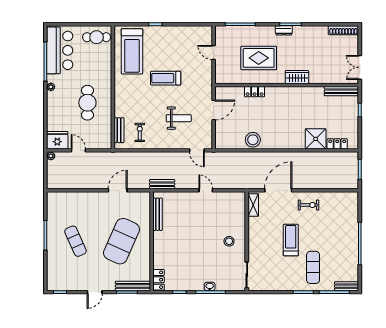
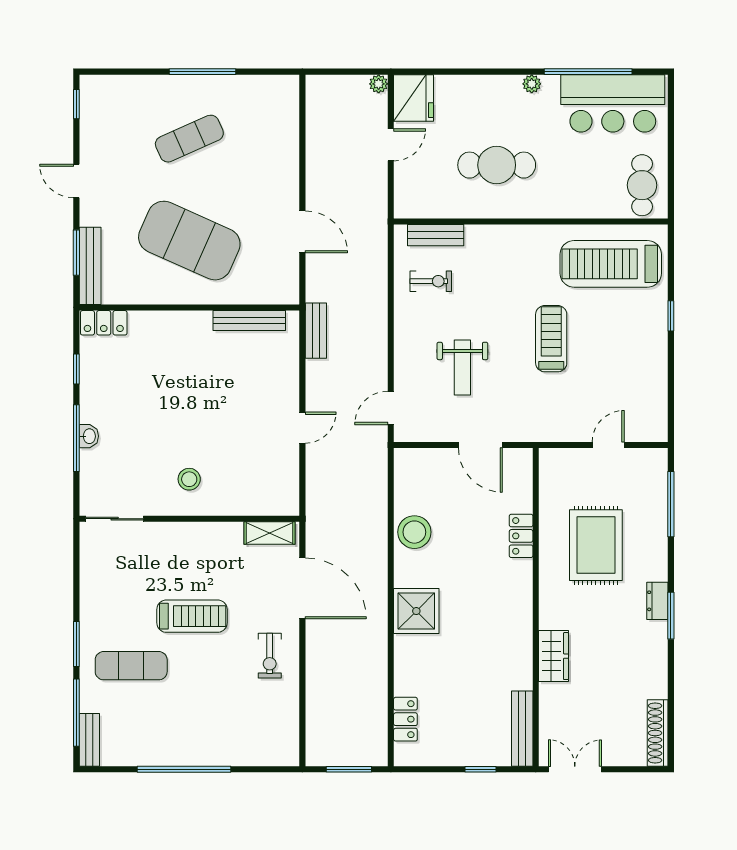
wardrobe: (297, 77) -> (554, 656), moved
shower: (316, 139) -> (416, 611), moved

